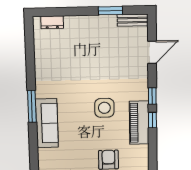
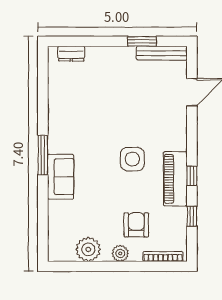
bench: (133, 20) -> (162, 53), width x1.36
window: (152, 96) -> (192, 216), moved
sofa: (47, 123) -> (61, 177), width x0.73

